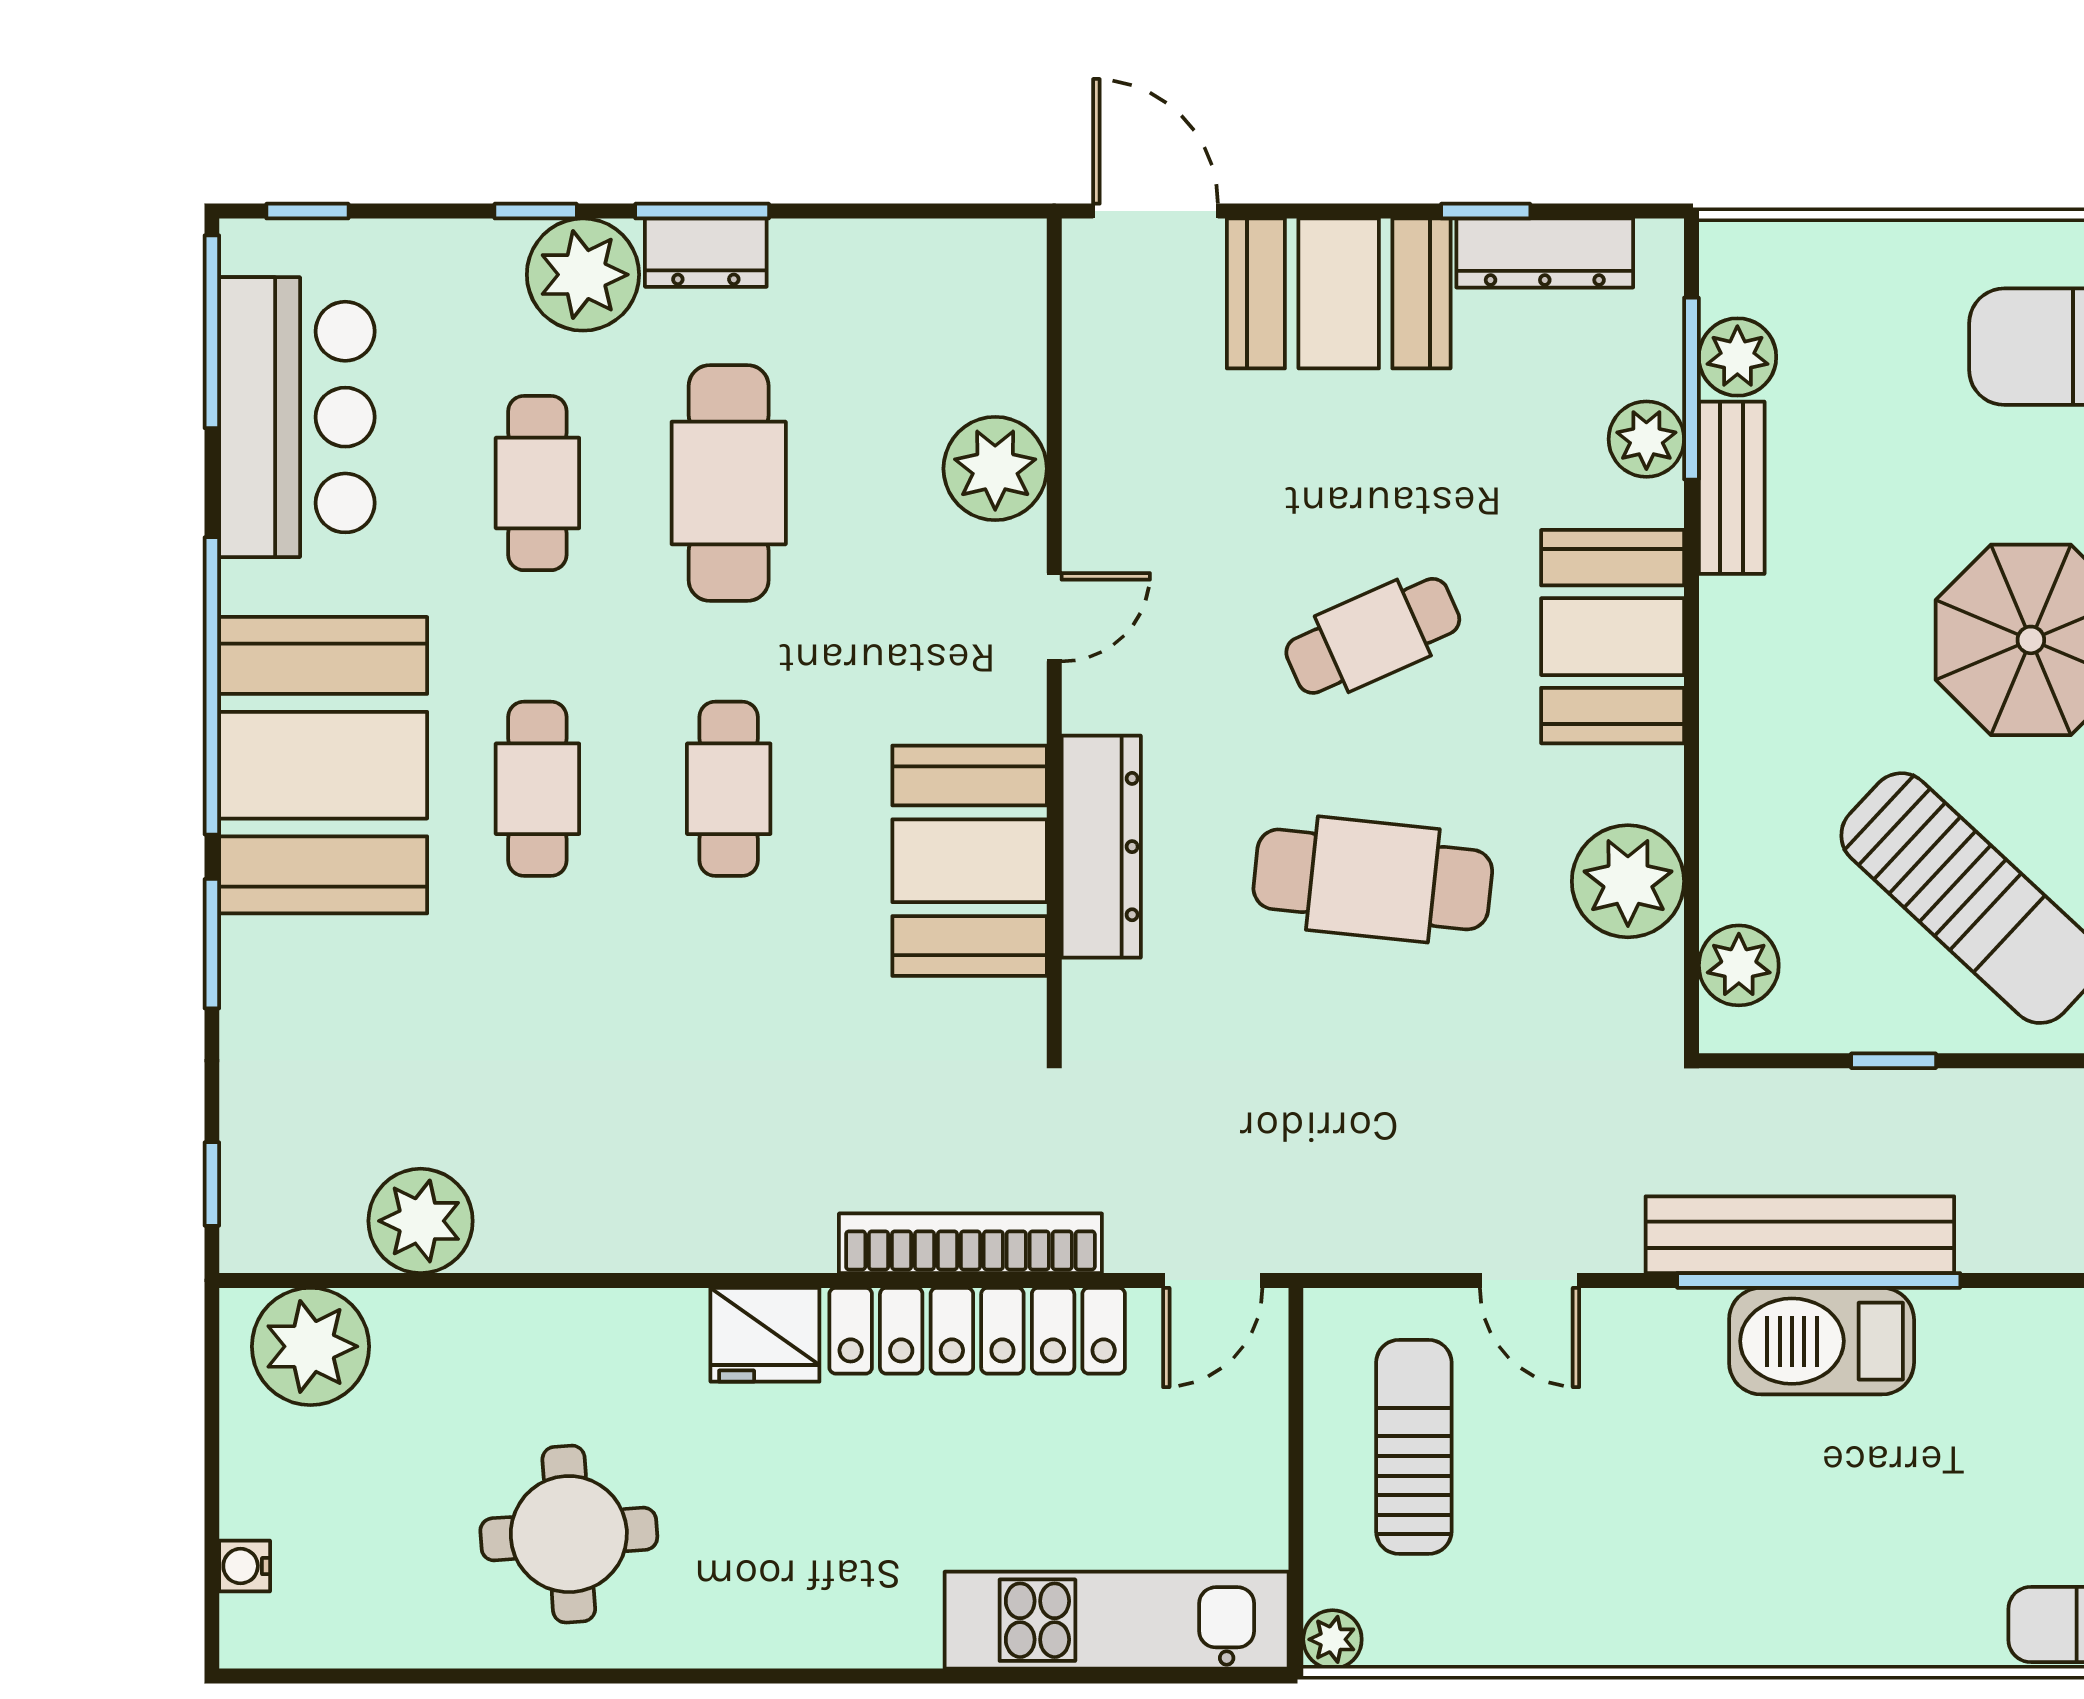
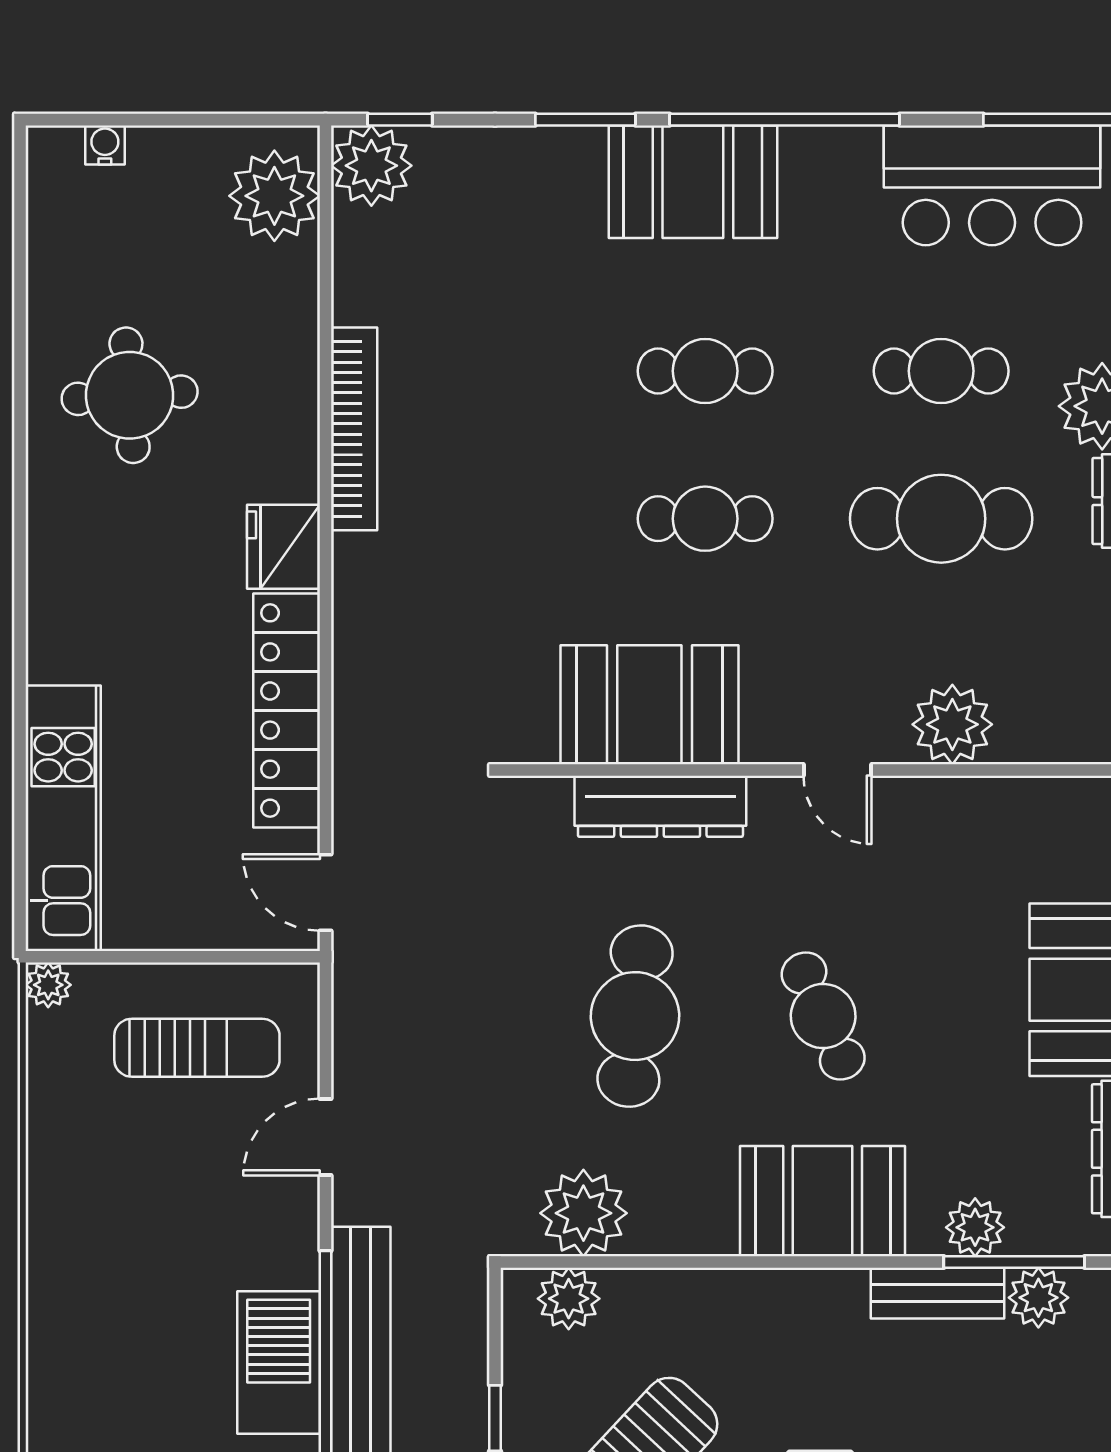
booth: (323, 765) -> (693, 182), width x0.73, depth x0.70
plant: (1628, 881) -> (583, 1213), moved
plant: (421, 1221) -> (371, 166), moved
bookcase: (970, 1243) -> (354, 429), moved

